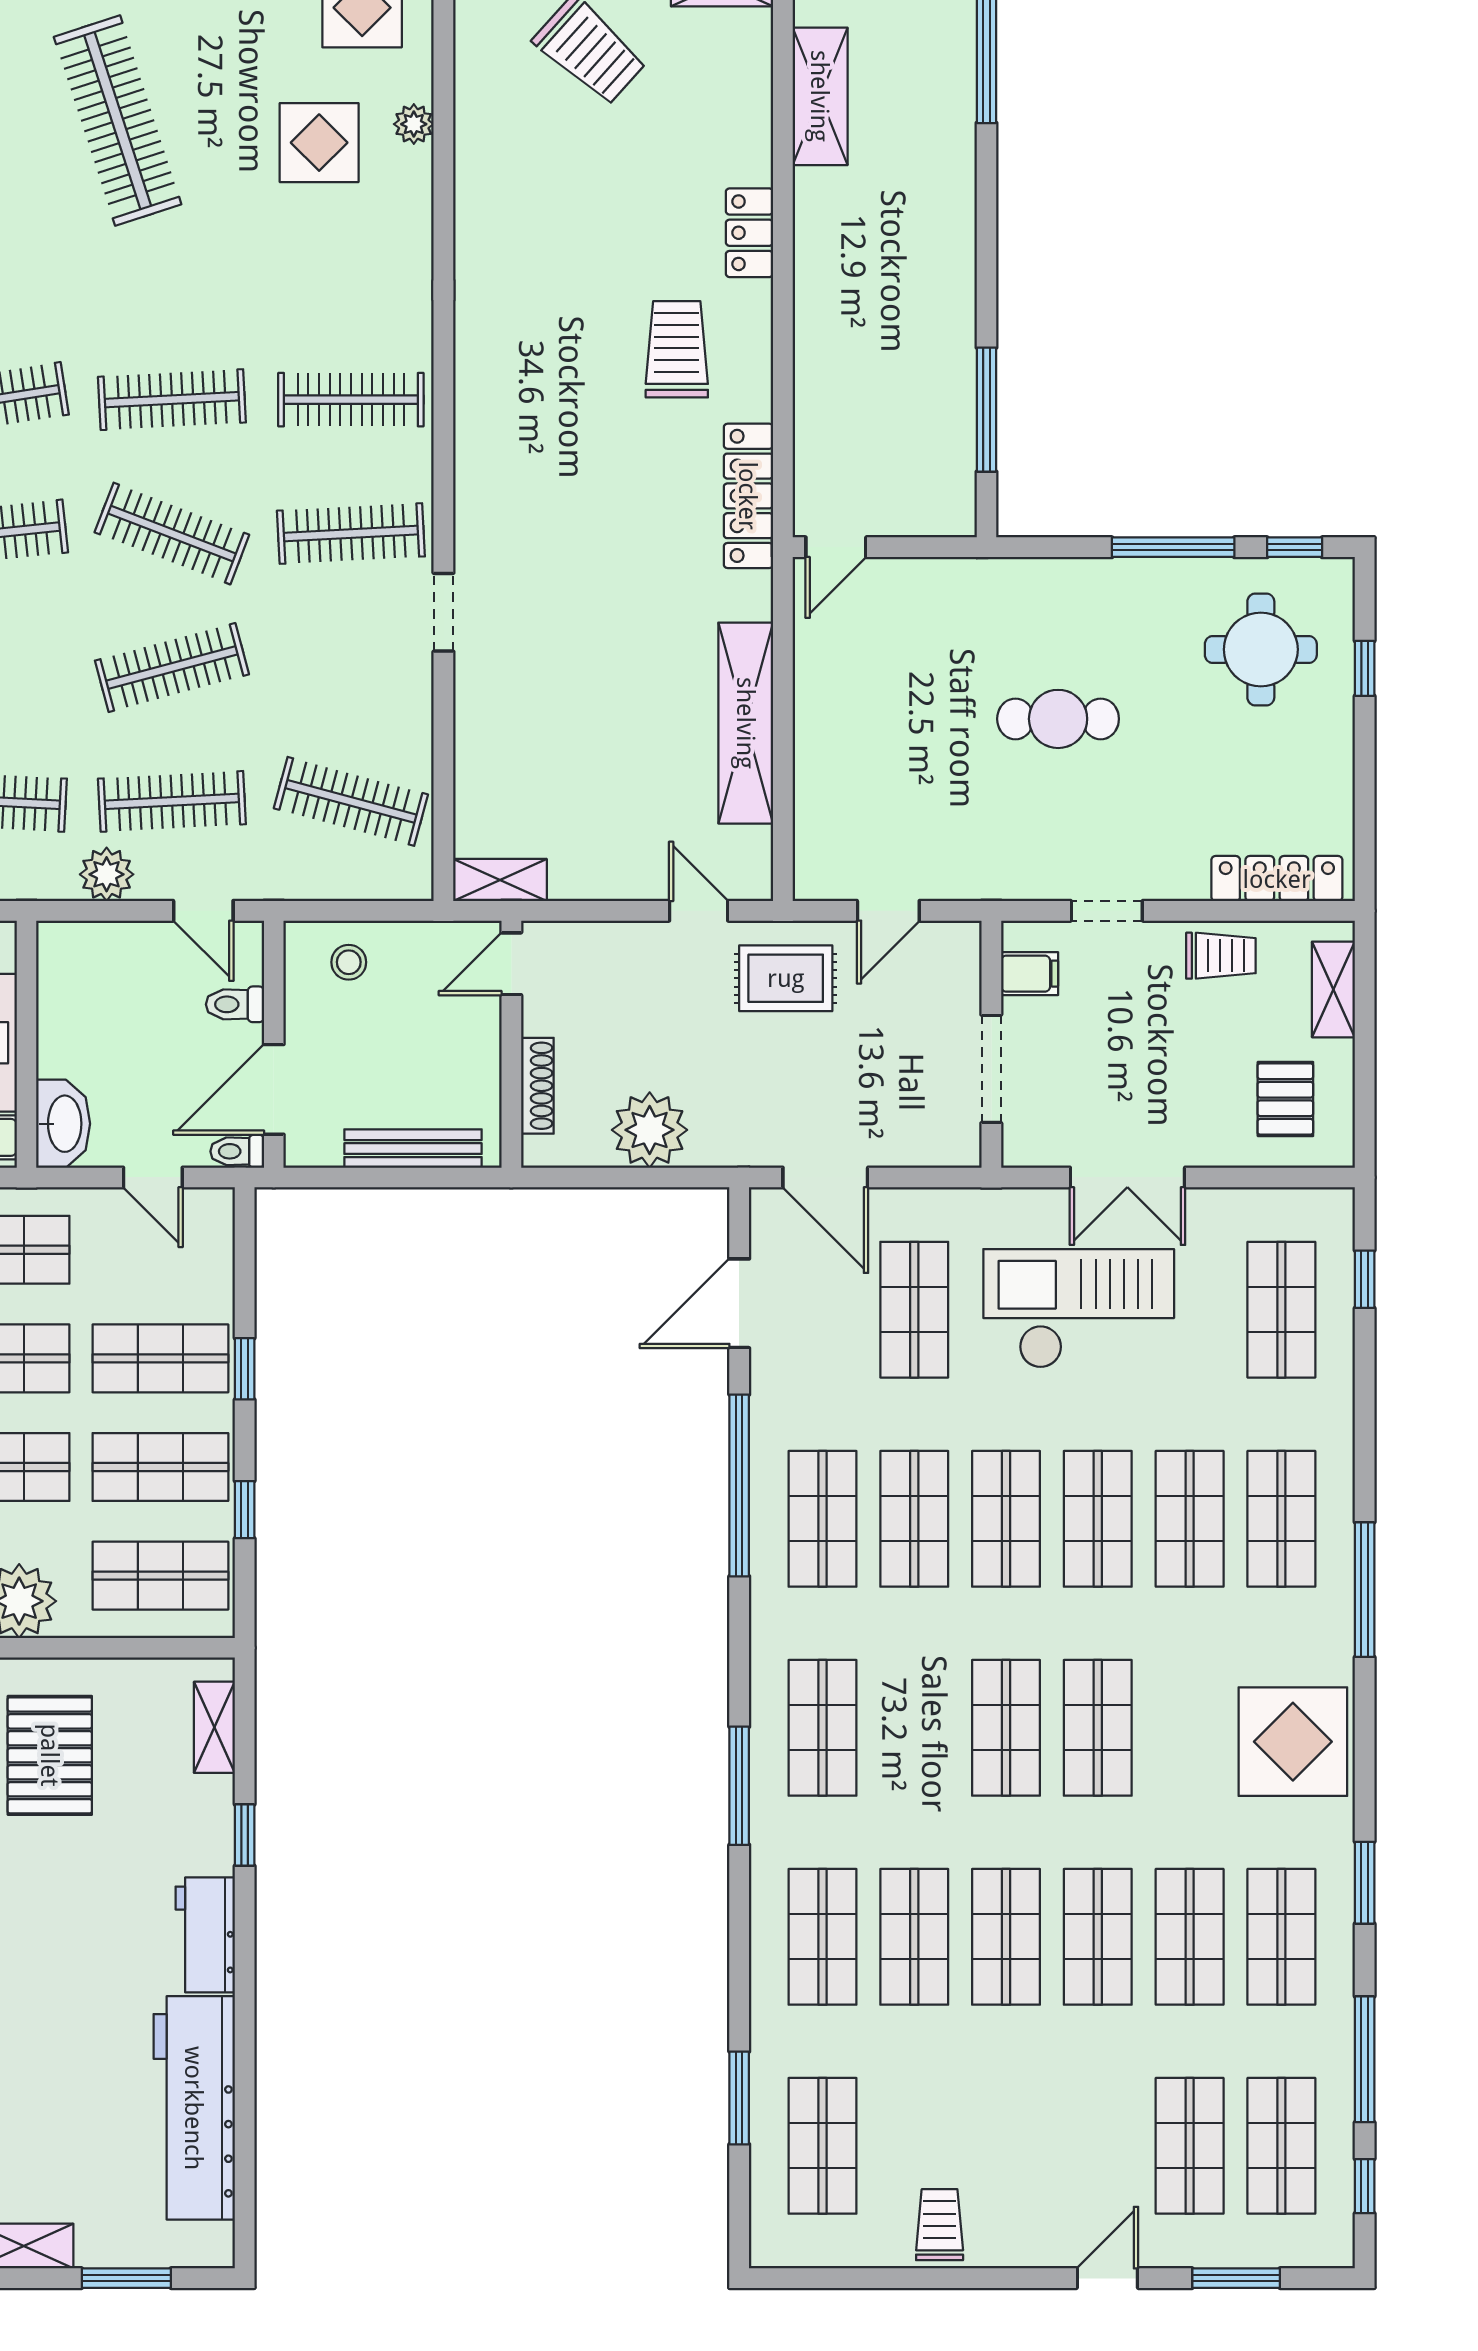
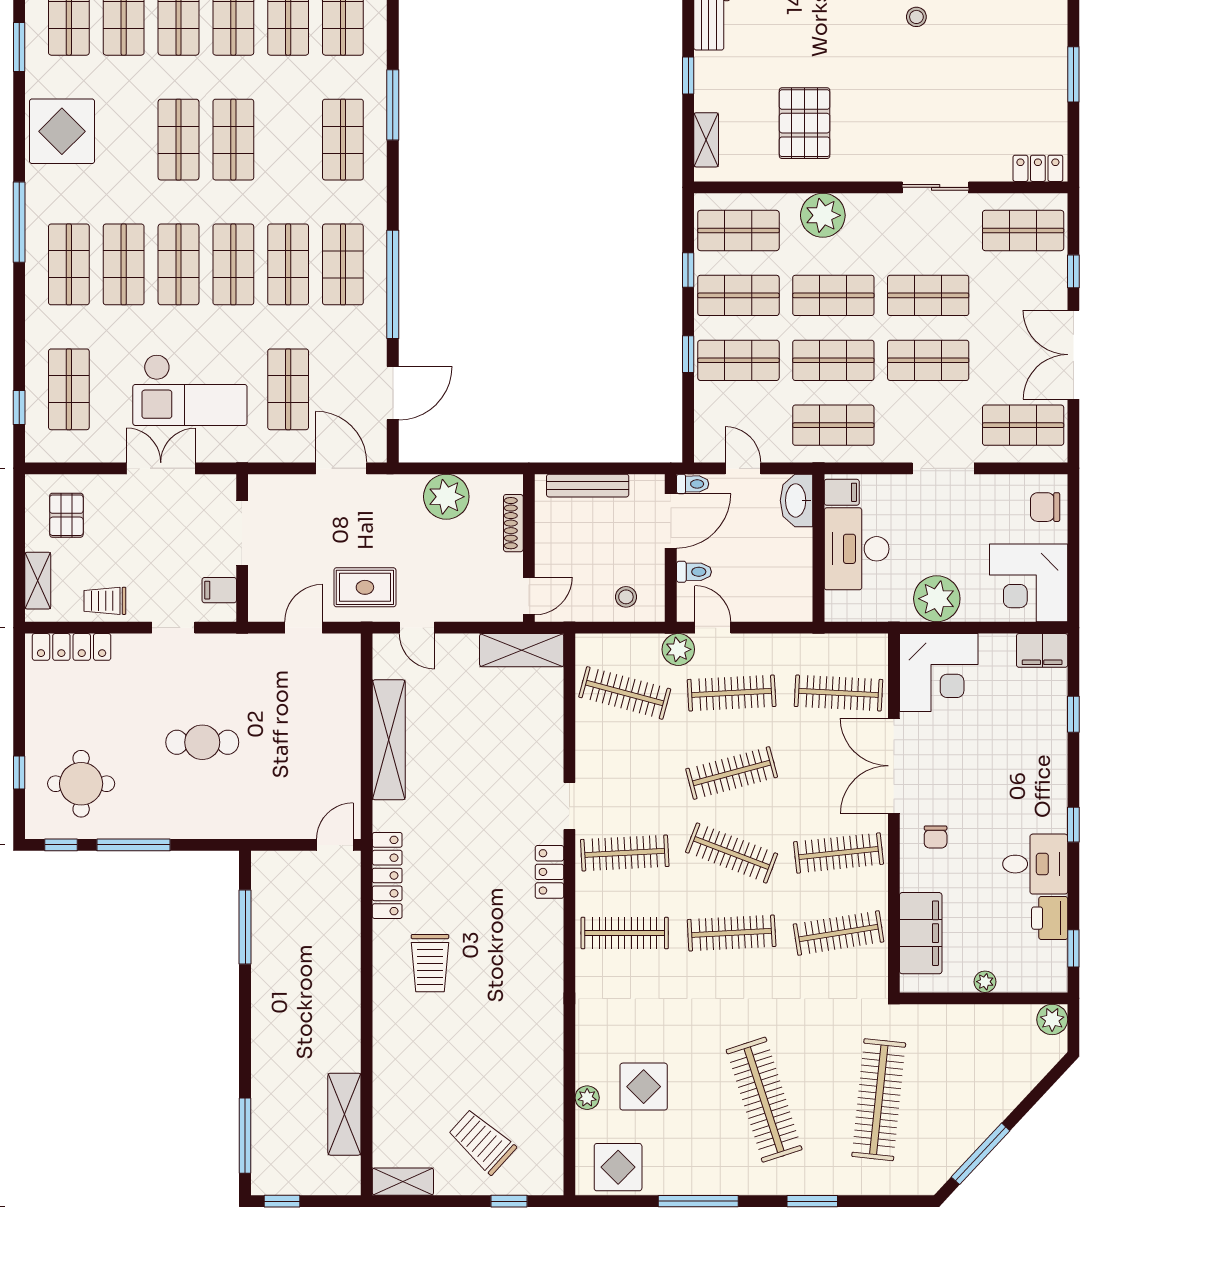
locker: (749, 233) -> (549, 872), moved, turned 180
plant: (107, 874) -> (678, 649), moved
shelving: (500, 880) -> (522, 650), width x1.50, depth x1.33

